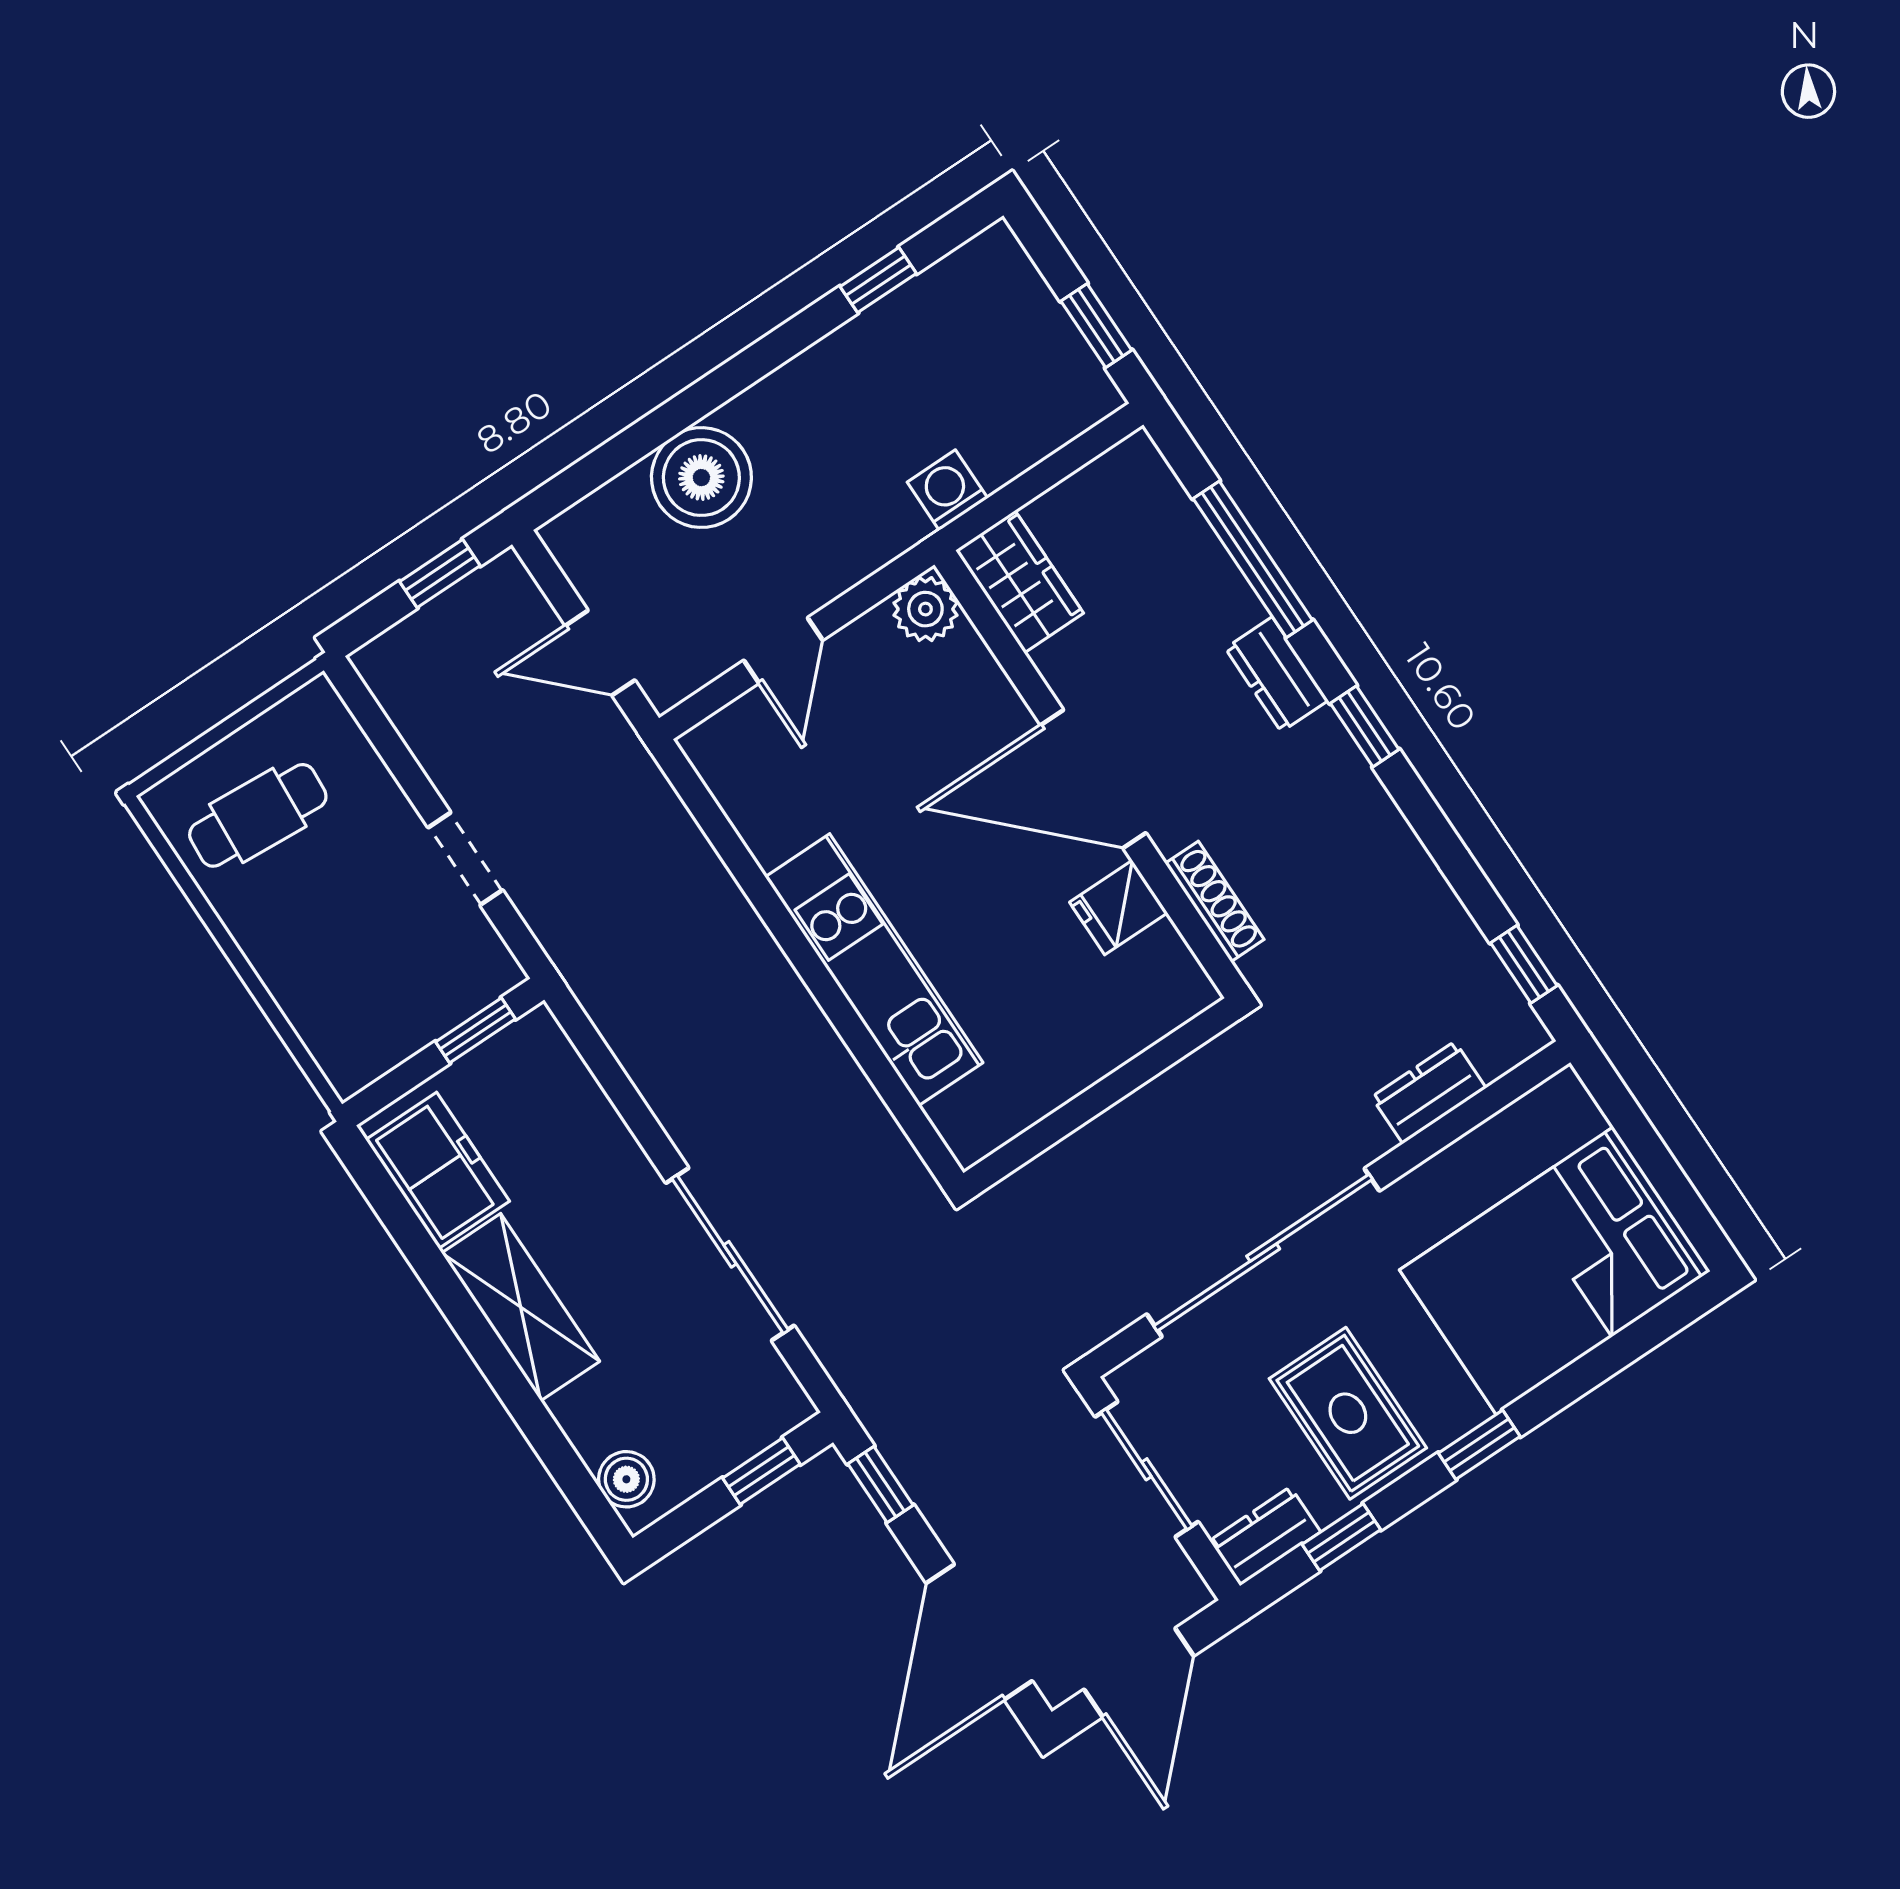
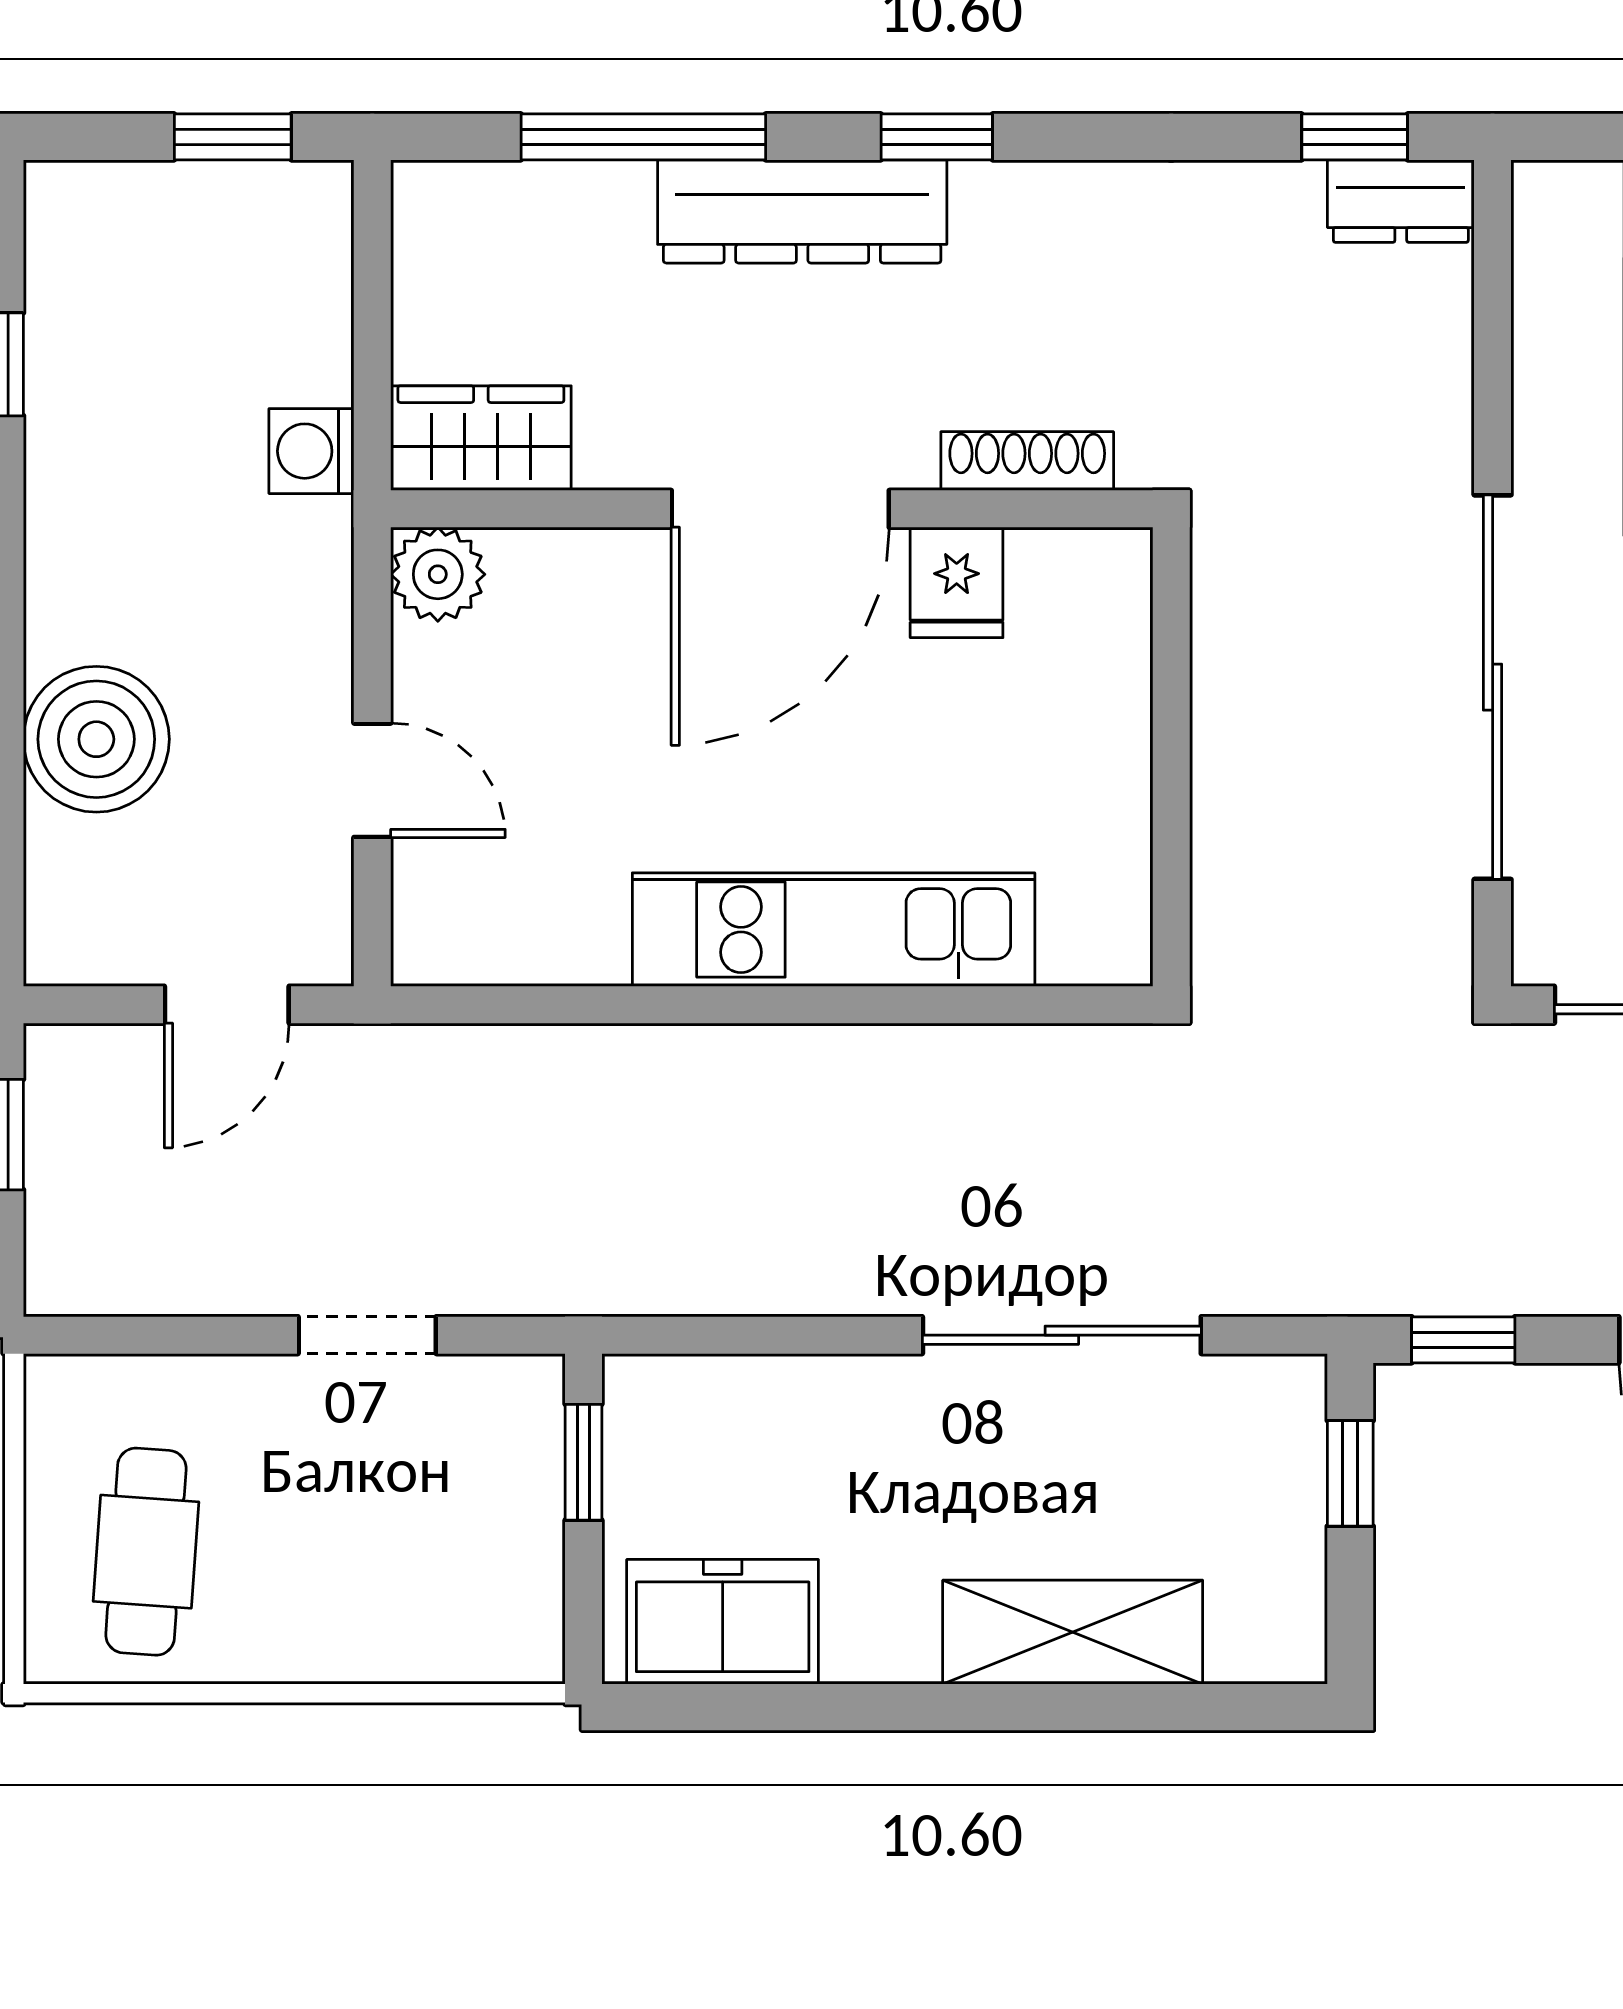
dresser: (1277, 674) -> (802, 211), width x1.96, depth x1.24
dresser: (1429, 1092) -> (1401, 201), moved, turned -90
shelving: (521, 1307) -> (1073, 1632), moved
boiler: (626, 1479) -> (1250, 1644), removed

